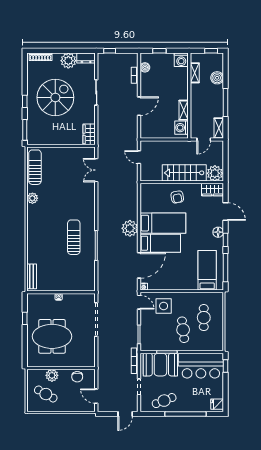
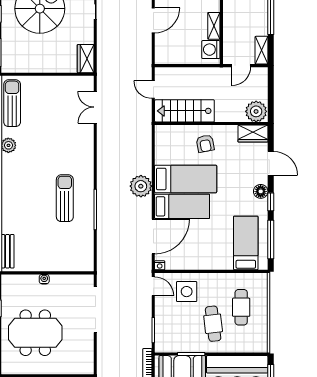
stairs: (184, 173) -> (184, 111), moved

